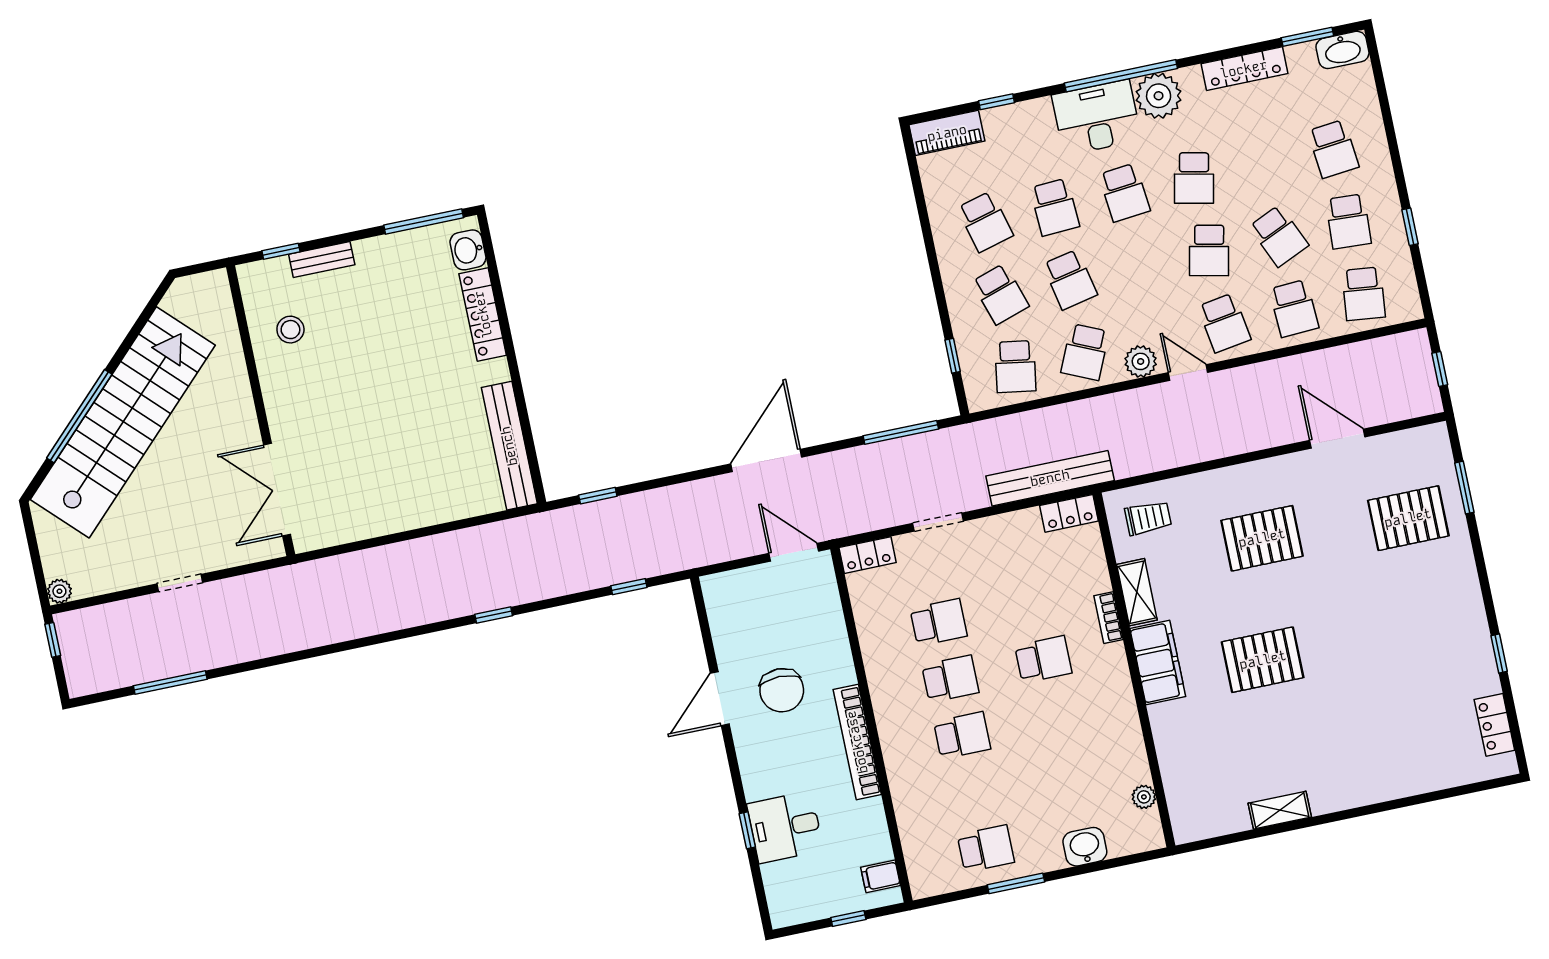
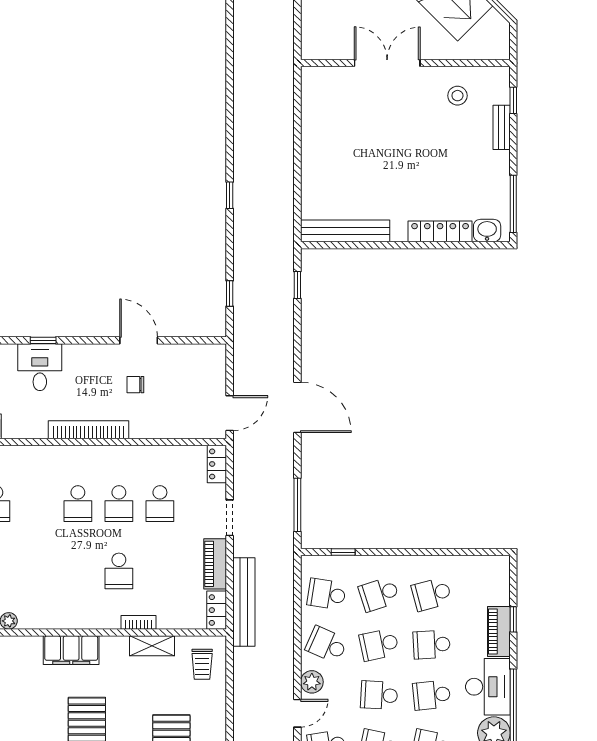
piano: (947, 133) -> (499, 632), moved
school desk: (1139, 265) -> (379, 695), added
double door: (277, 490) -> (387, 63), moved
piano: (1006, 529) -> (215, 564), added
filing cabinet: (1158, 662) -> (71, 650), moved
chair: (782, 690) -> (135, 385), width x0.54, depth x0.54

